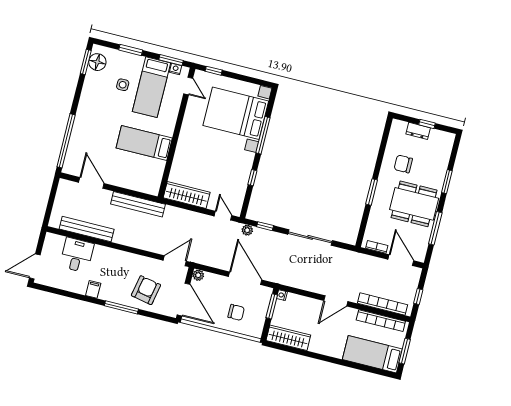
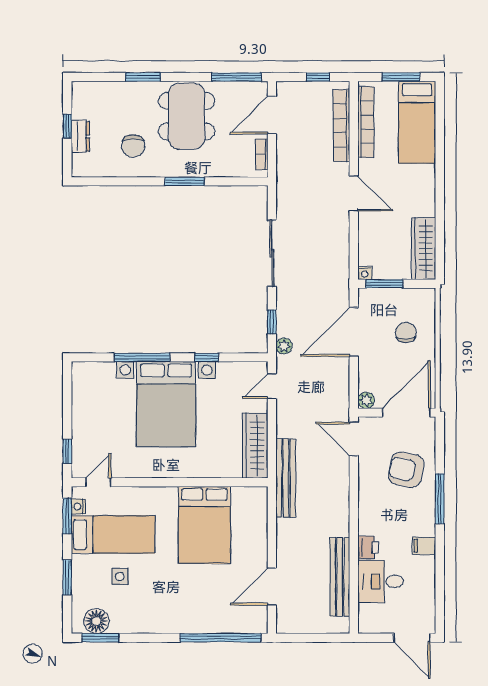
bed with nightstands: (236, 113) -> (166, 404), moved
bed: (144, 143) -> (204, 525), width x1.50
bench: (138, 204) -> (286, 478), moved
window: (435, 228) -> (236, 77), moved
printer: (101, 252) -> (368, 547), added

